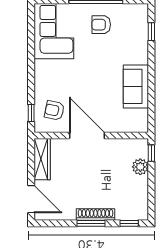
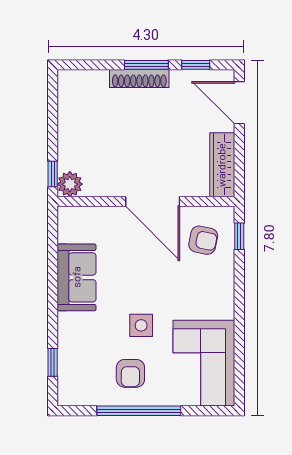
armchair: (101, 25) -> (130, 373), turned 90
side table: (94, 56) -> (141, 325), added
plant: (140, 167) -> (70, 184), moved
window: (129, 223) -> (196, 65), moved

